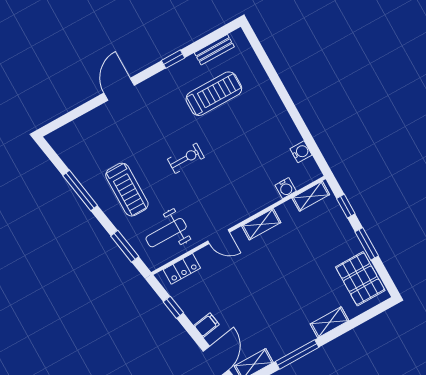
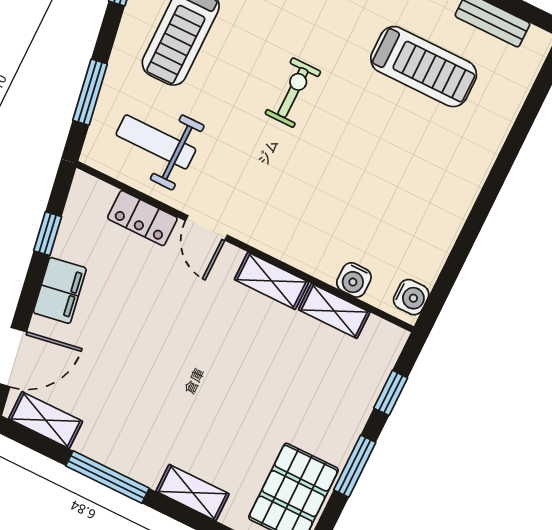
water cooler: (301, 152) -> (411, 297), moved
exercise bike: (186, 158) -> (293, 93), turned -90
shelving: (311, 196) -> (334, 311), moved
locker: (182, 269) -> (142, 218), moved
filing cabinet: (207, 325) -> (60, 290), width x2.00

